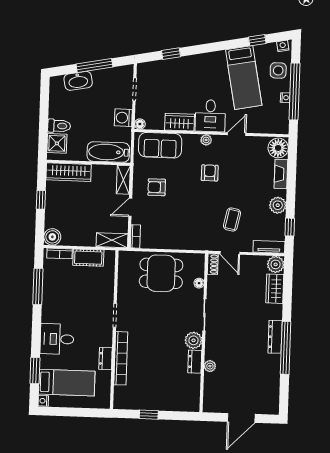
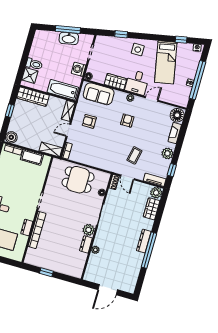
side table: (278, 70) -> (138, 50), moved
washbasin: (78, 81) -> (69, 38), moved

